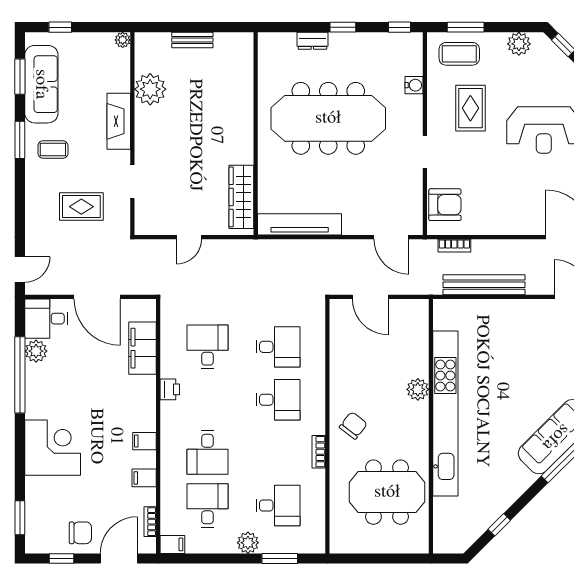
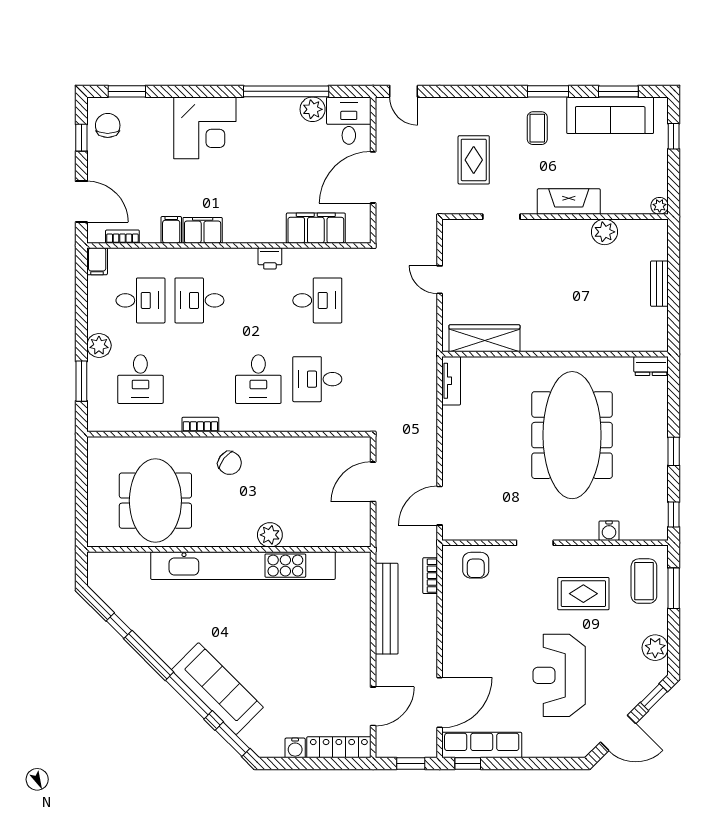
dresser: (312, 41) -> (651, 366), moved, turned -90
plant: (150, 89) -> (605, 232), width x0.73, depth x0.73
armchair: (445, 205) -> (476, 565), width x0.72, depth x0.72
tv unit: (300, 224) -> (451, 381), width x0.52, depth x0.78
desk: (278, 347) -> (317, 379), turned 90
filing cabinet: (145, 441) -> (203, 230), width x2.00
chair: (80, 533) -> (108, 125), moved, turned 180

